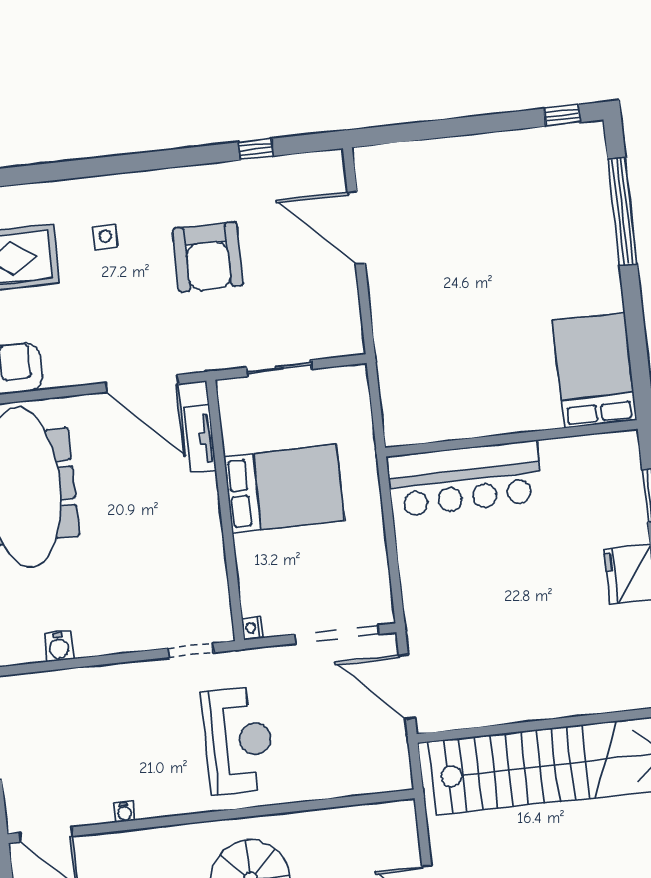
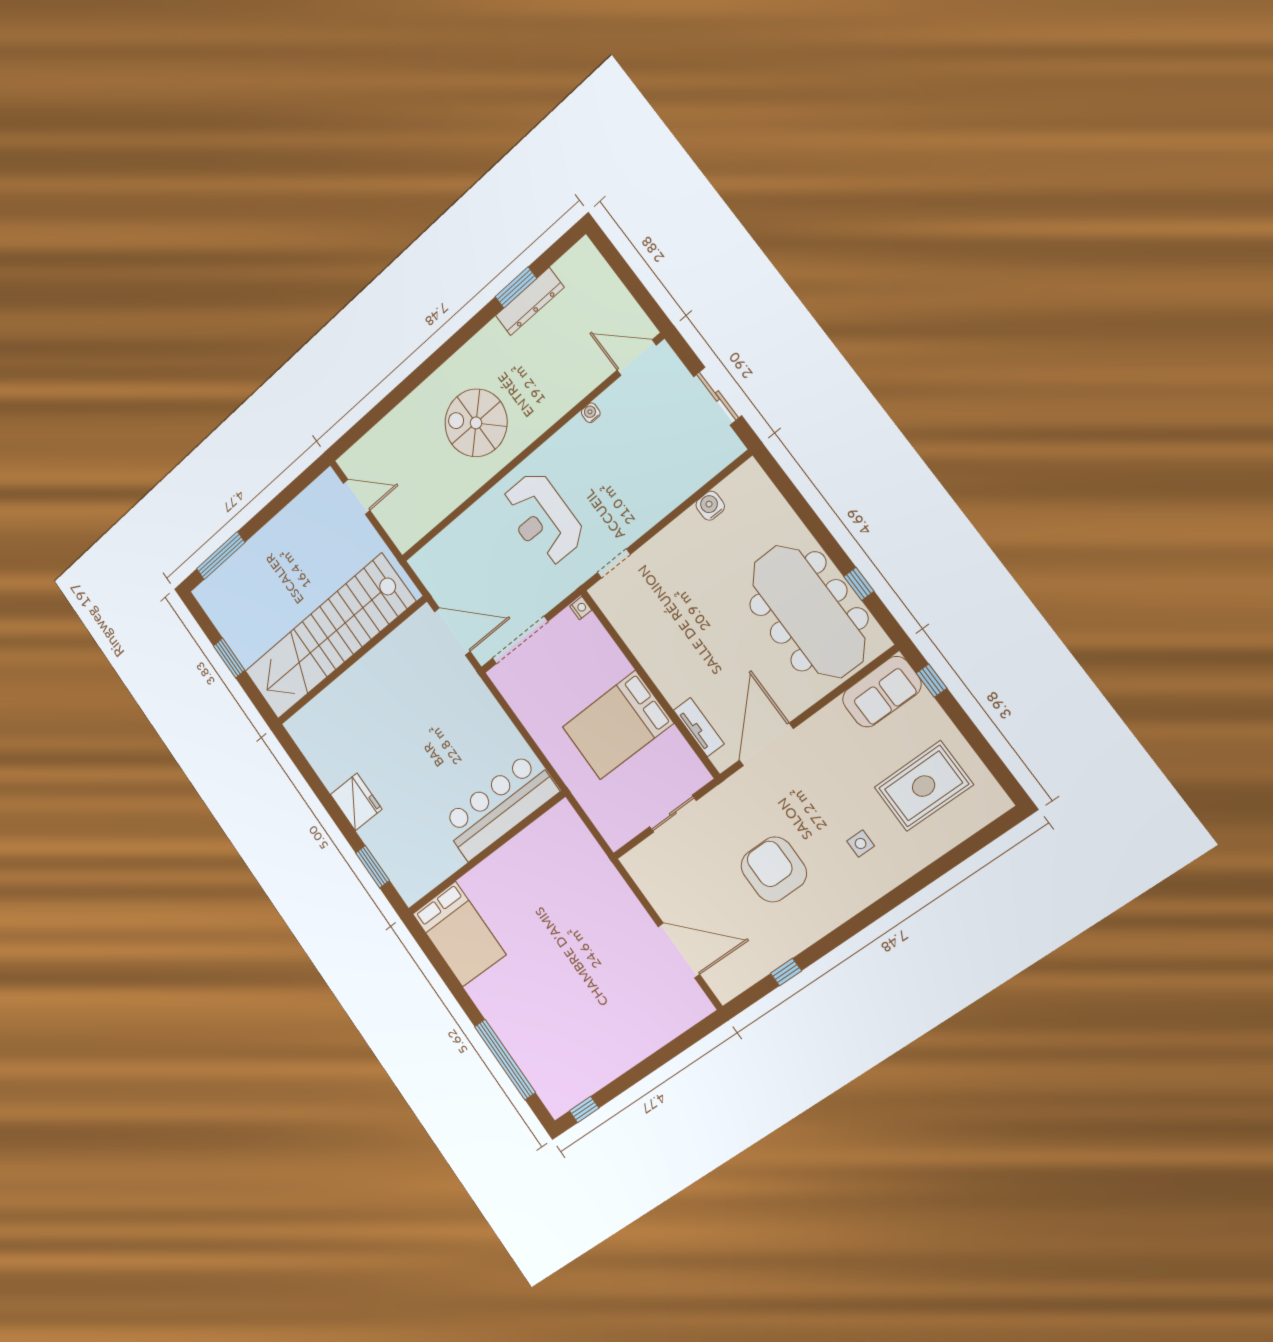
door: (142, 383) -> (766, 744), hinge flipped

